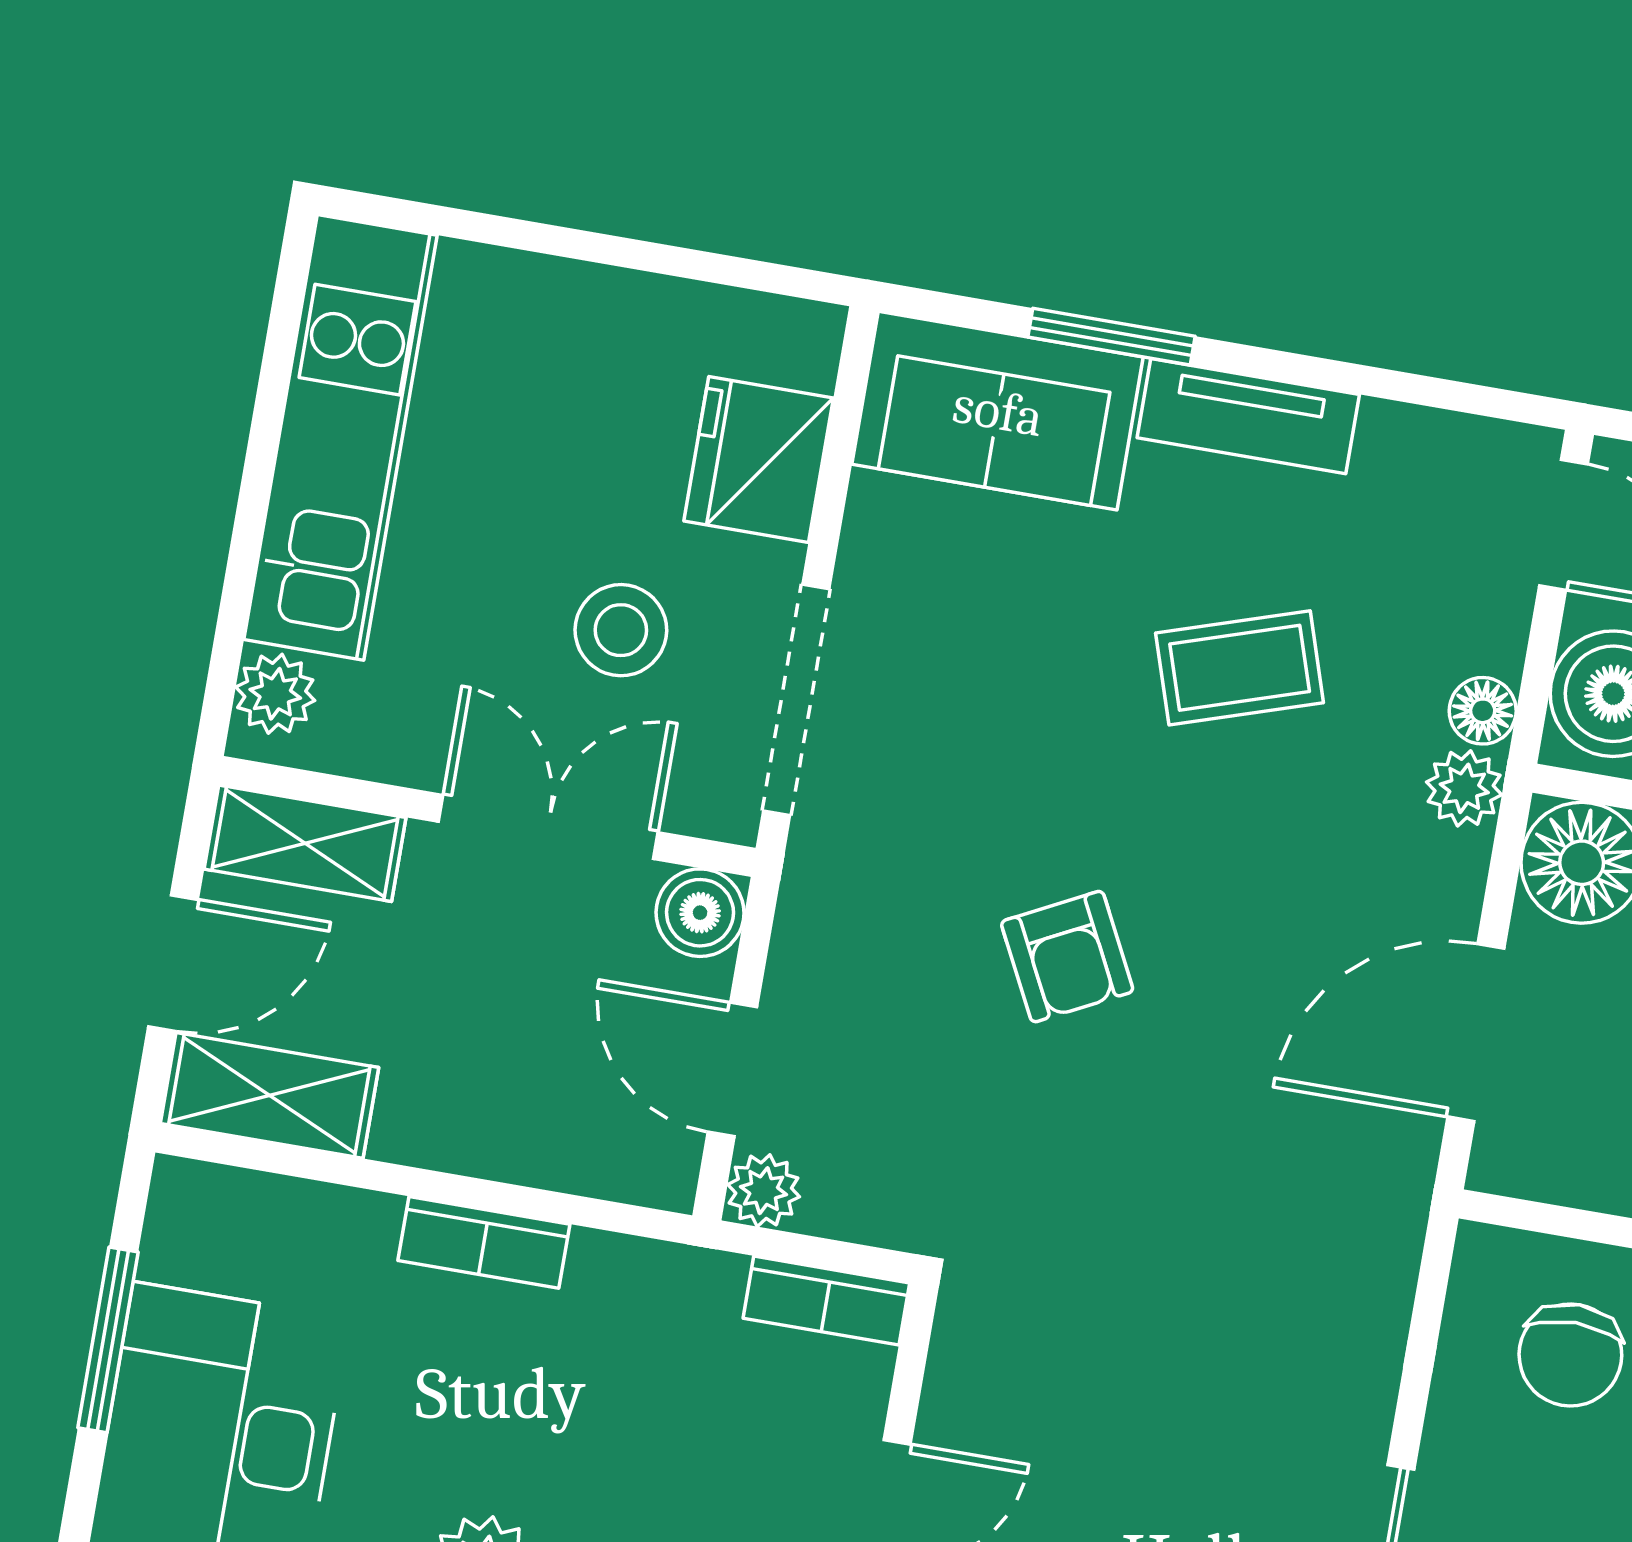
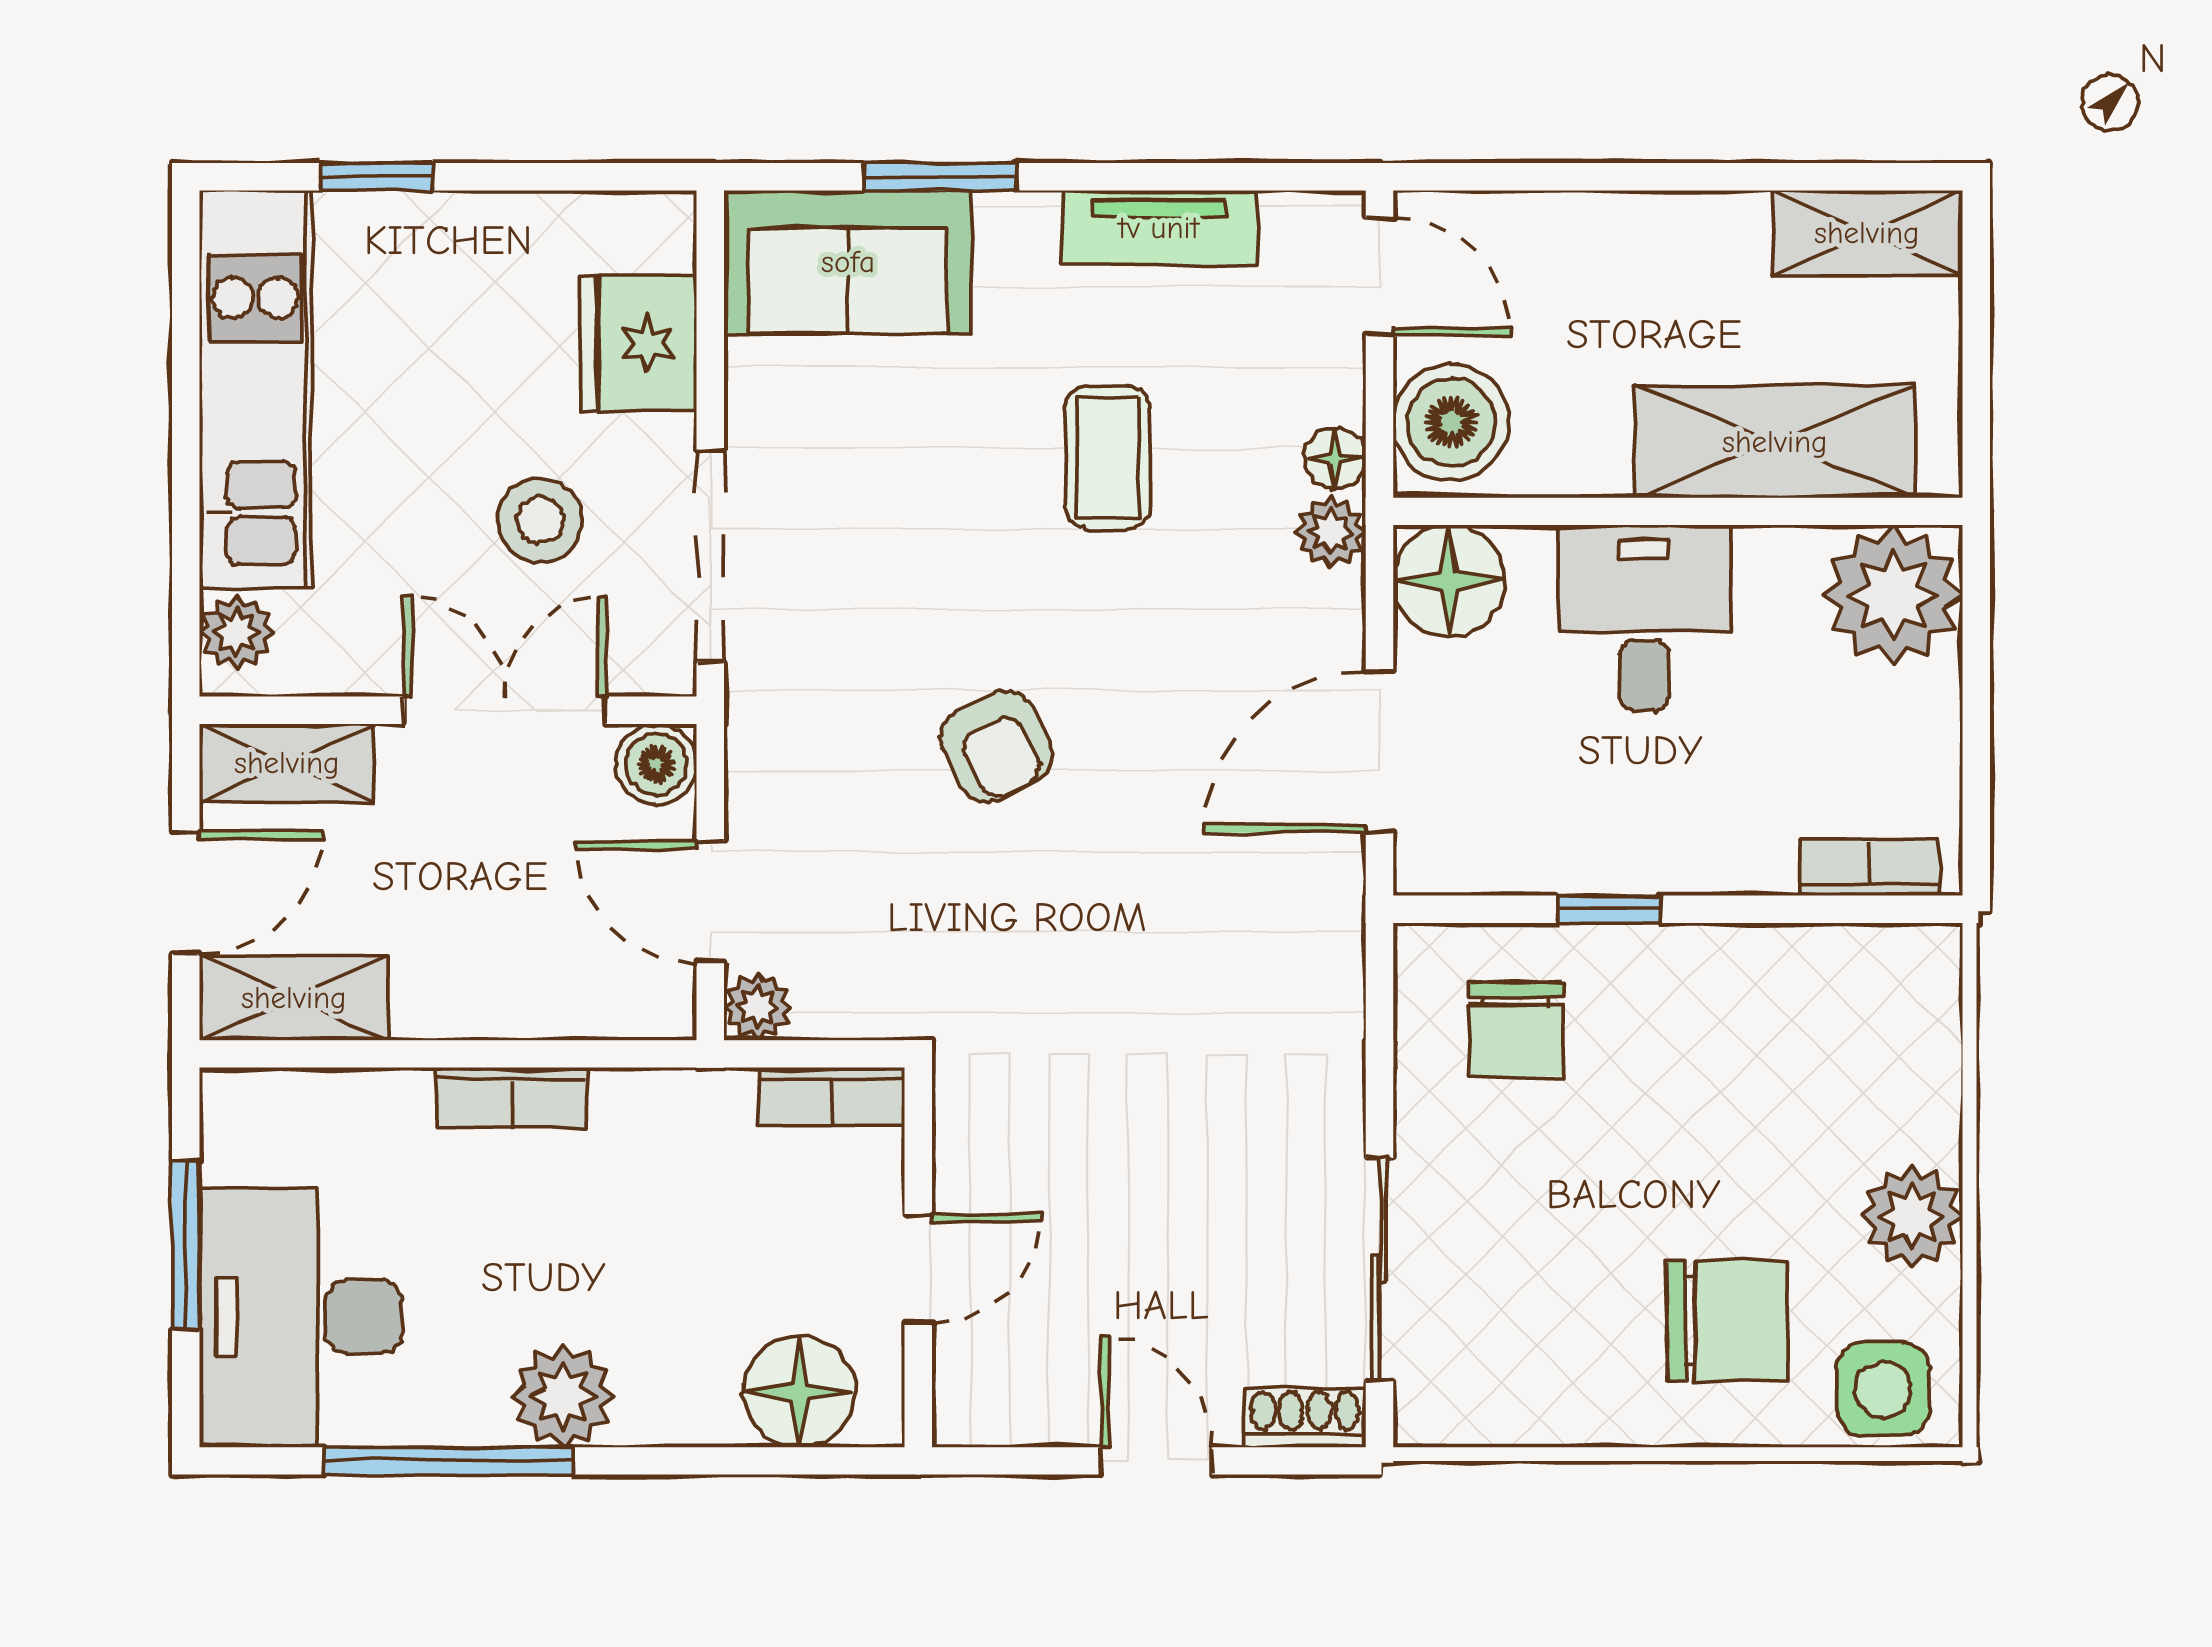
window: (509, 233) -> (377, 177), added
tv unit: (1248, 416) -> (1159, 228), moved
coffee table: (1240, 668) -> (1108, 457), turned -72

